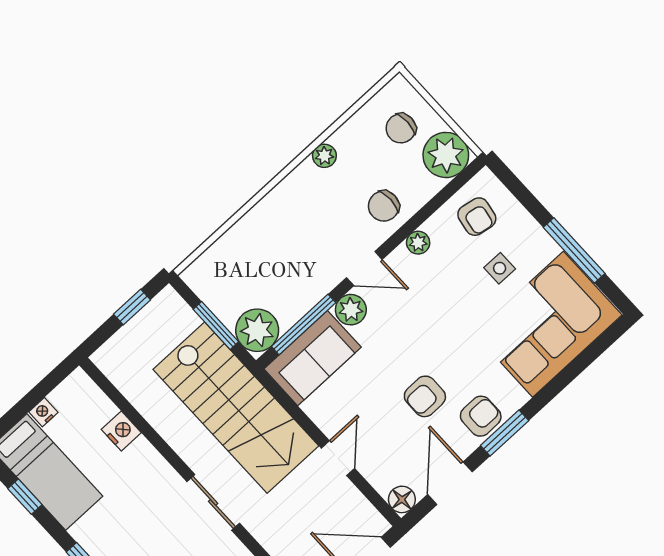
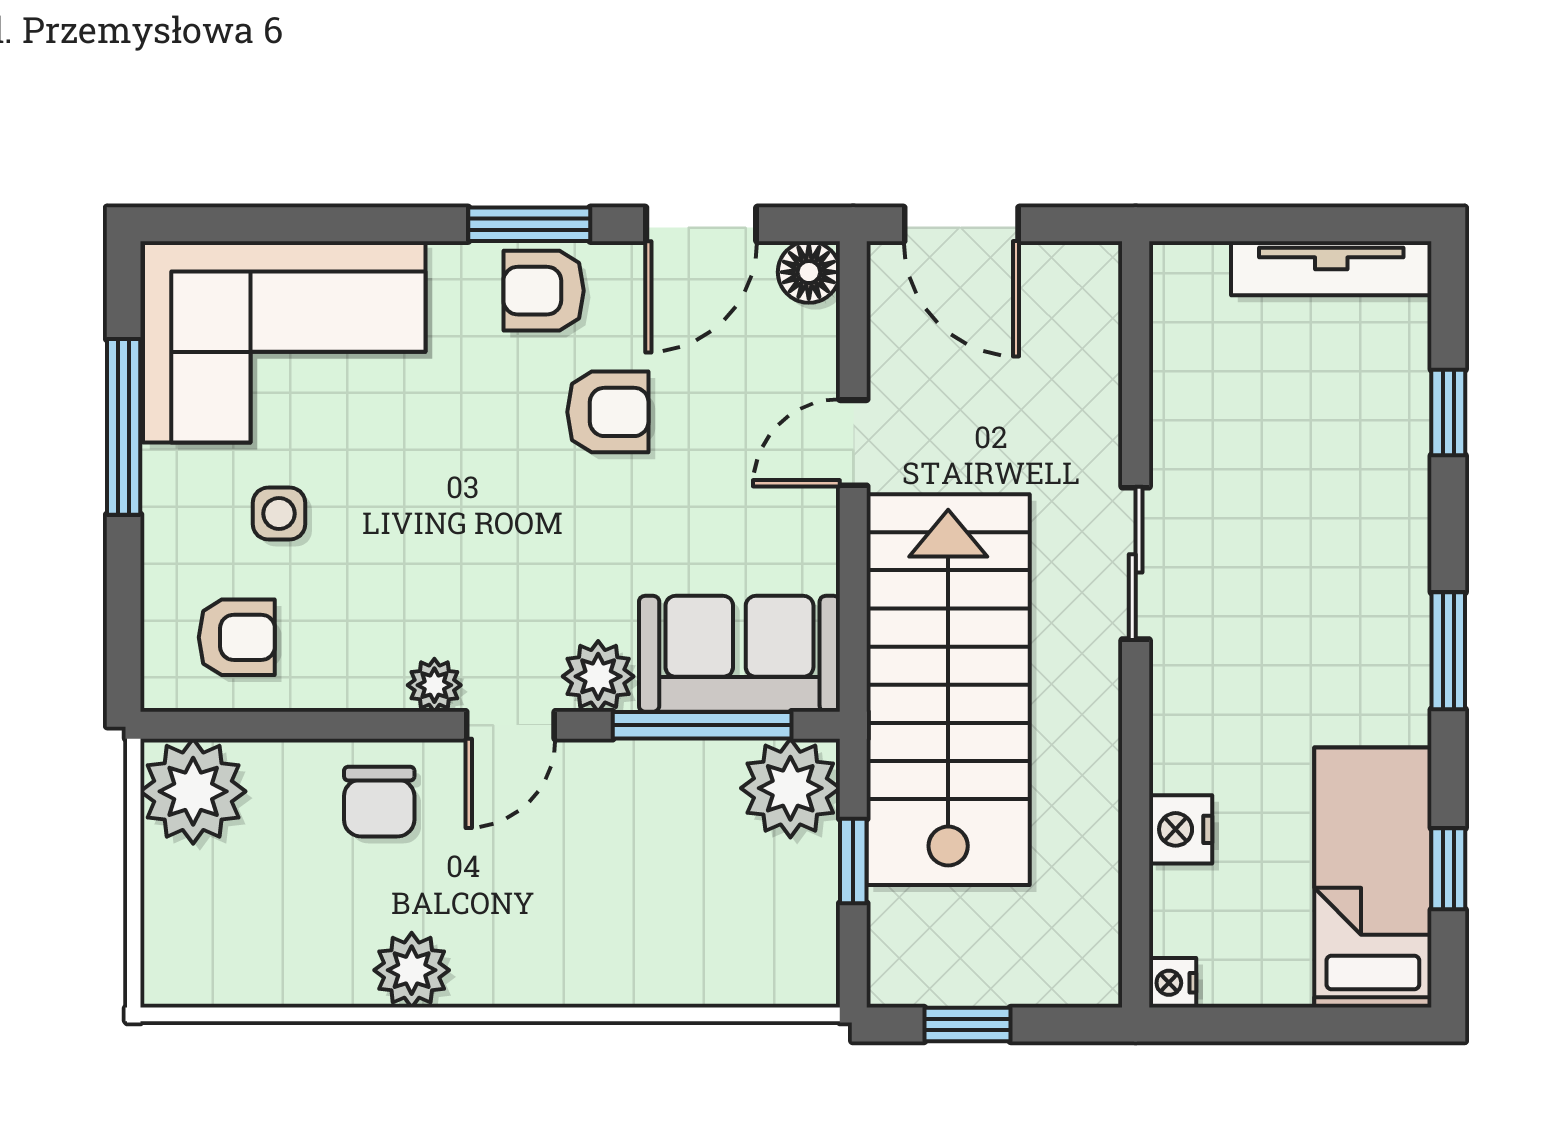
chair: (401, 128) -> (228, 907), removed
plant: (324, 156) -> (412, 970), width x1.38, depth x1.38
chair: (384, 206) -> (379, 802), turned 90
armchair: (477, 217) -> (237, 637), turned 80
plant: (418, 243) -> (434, 685), moved
door: (364, 269) -> (510, 725), swing flipped
window: (216, 325) -> (853, 861), width x0.67
nightstand: (43, 412) -> (1173, 983), moved, turned 90

